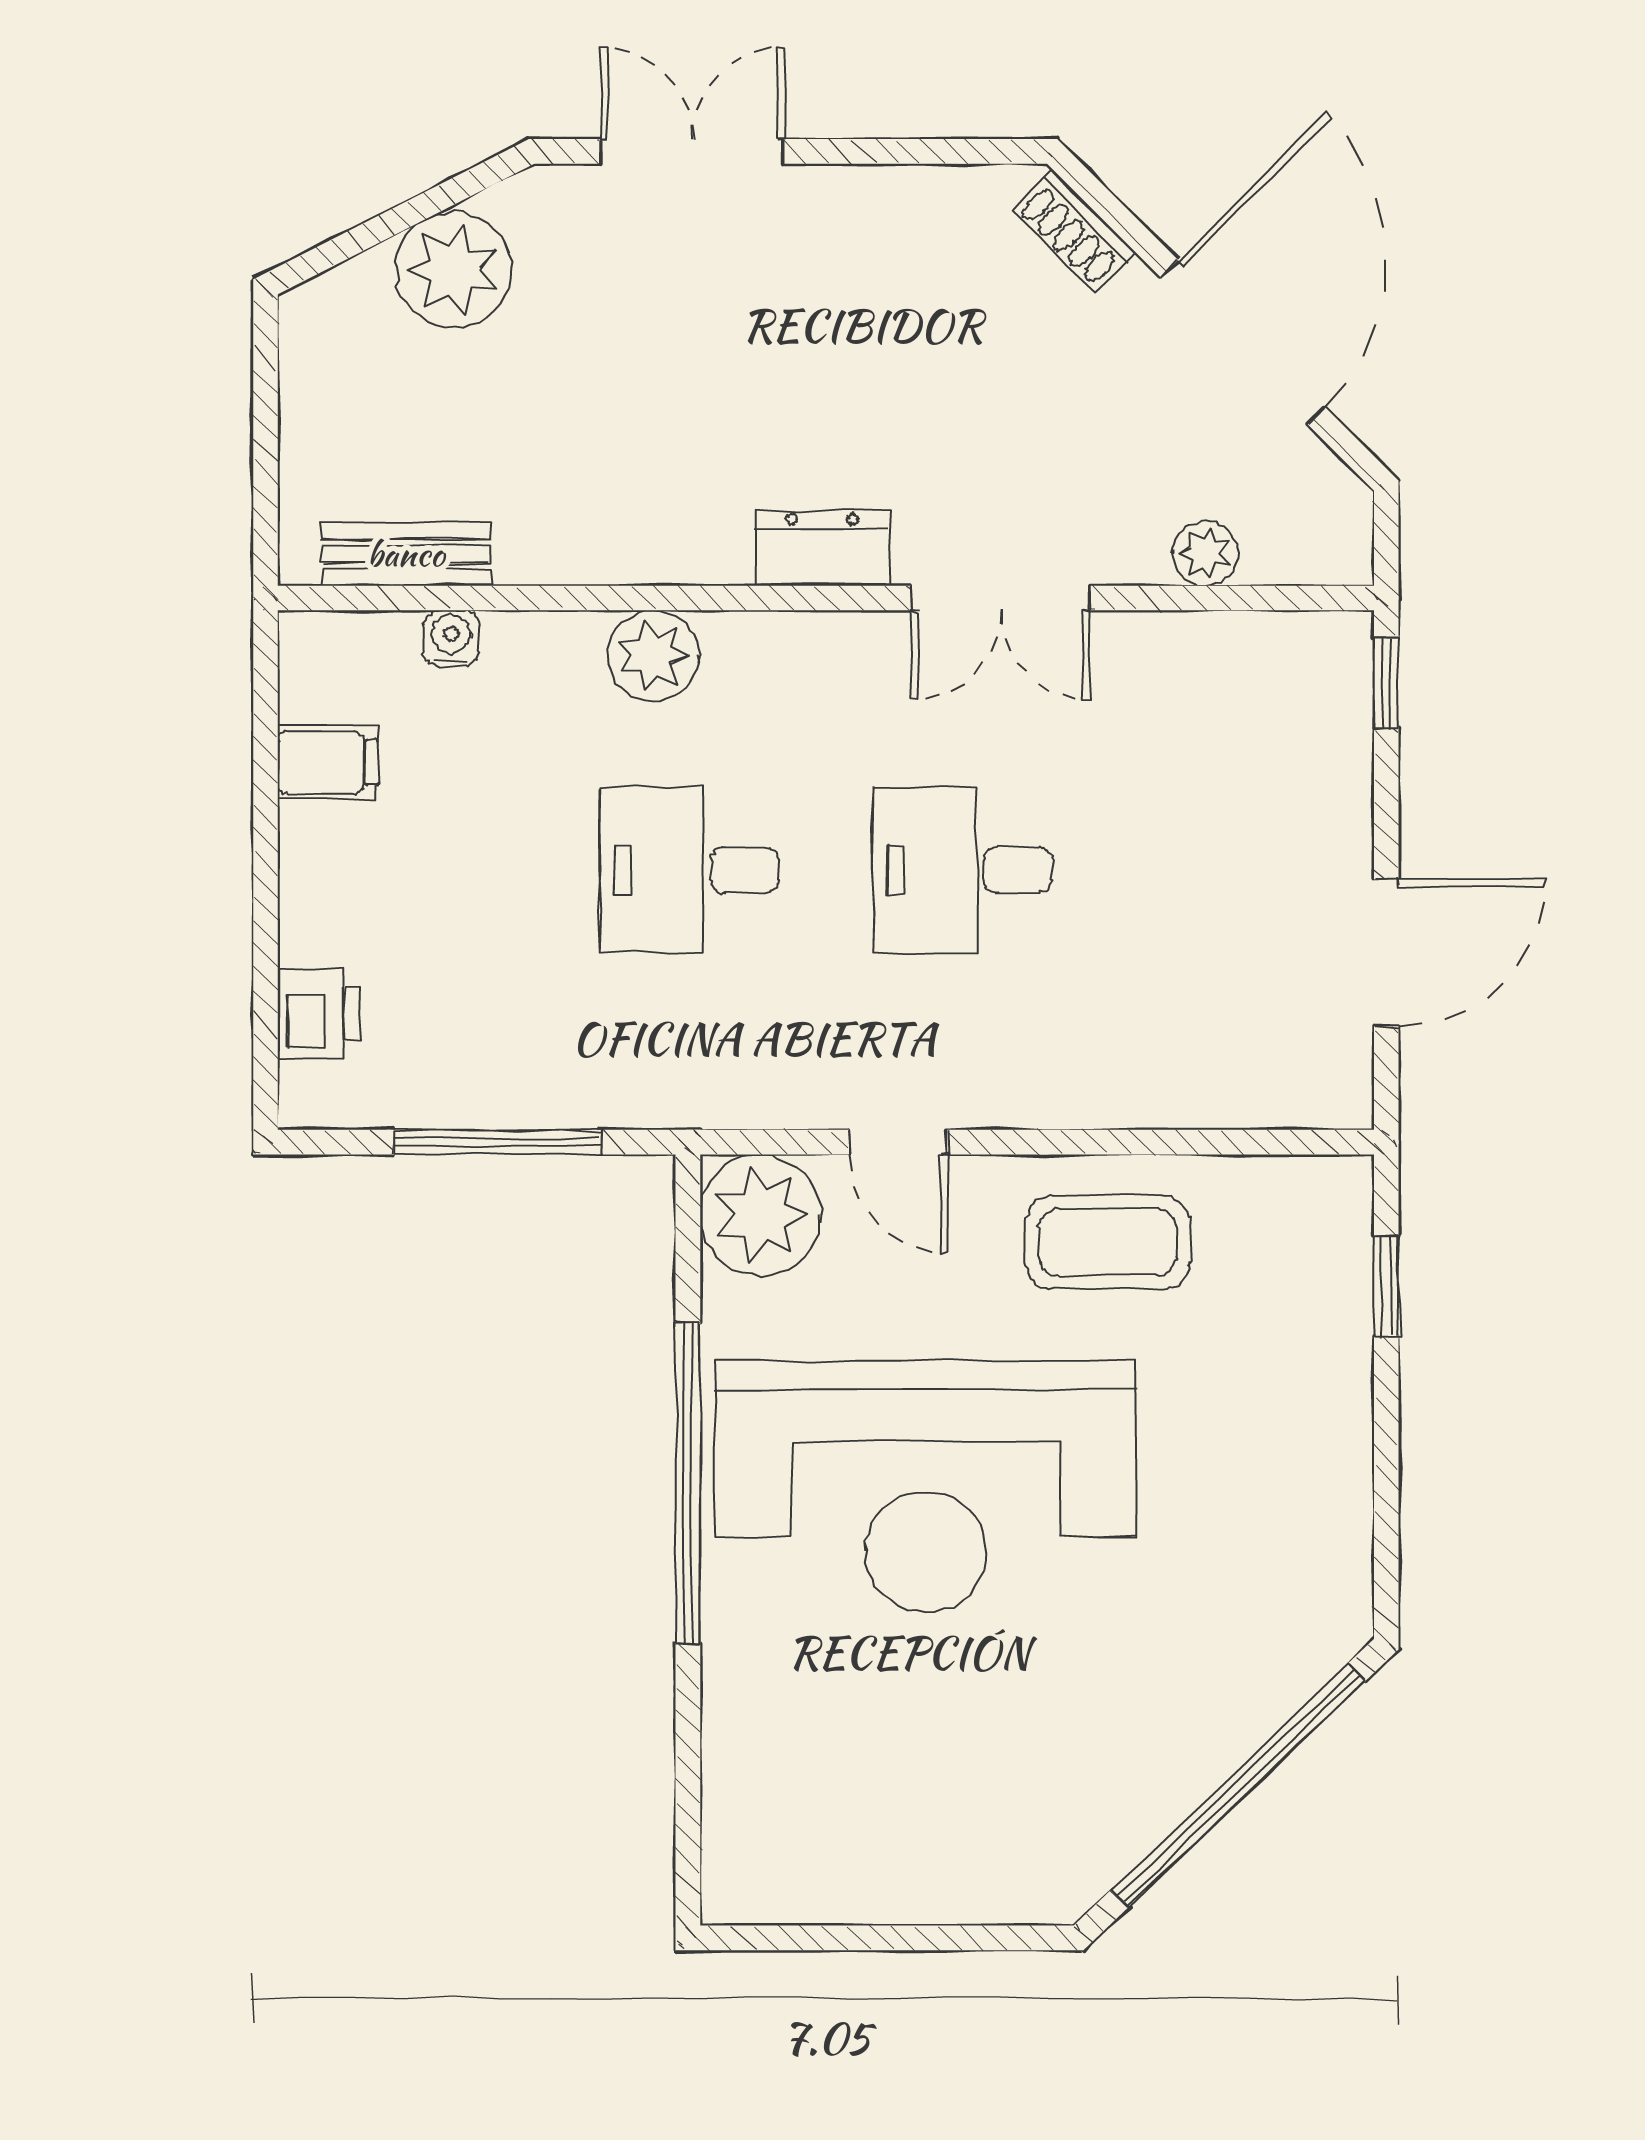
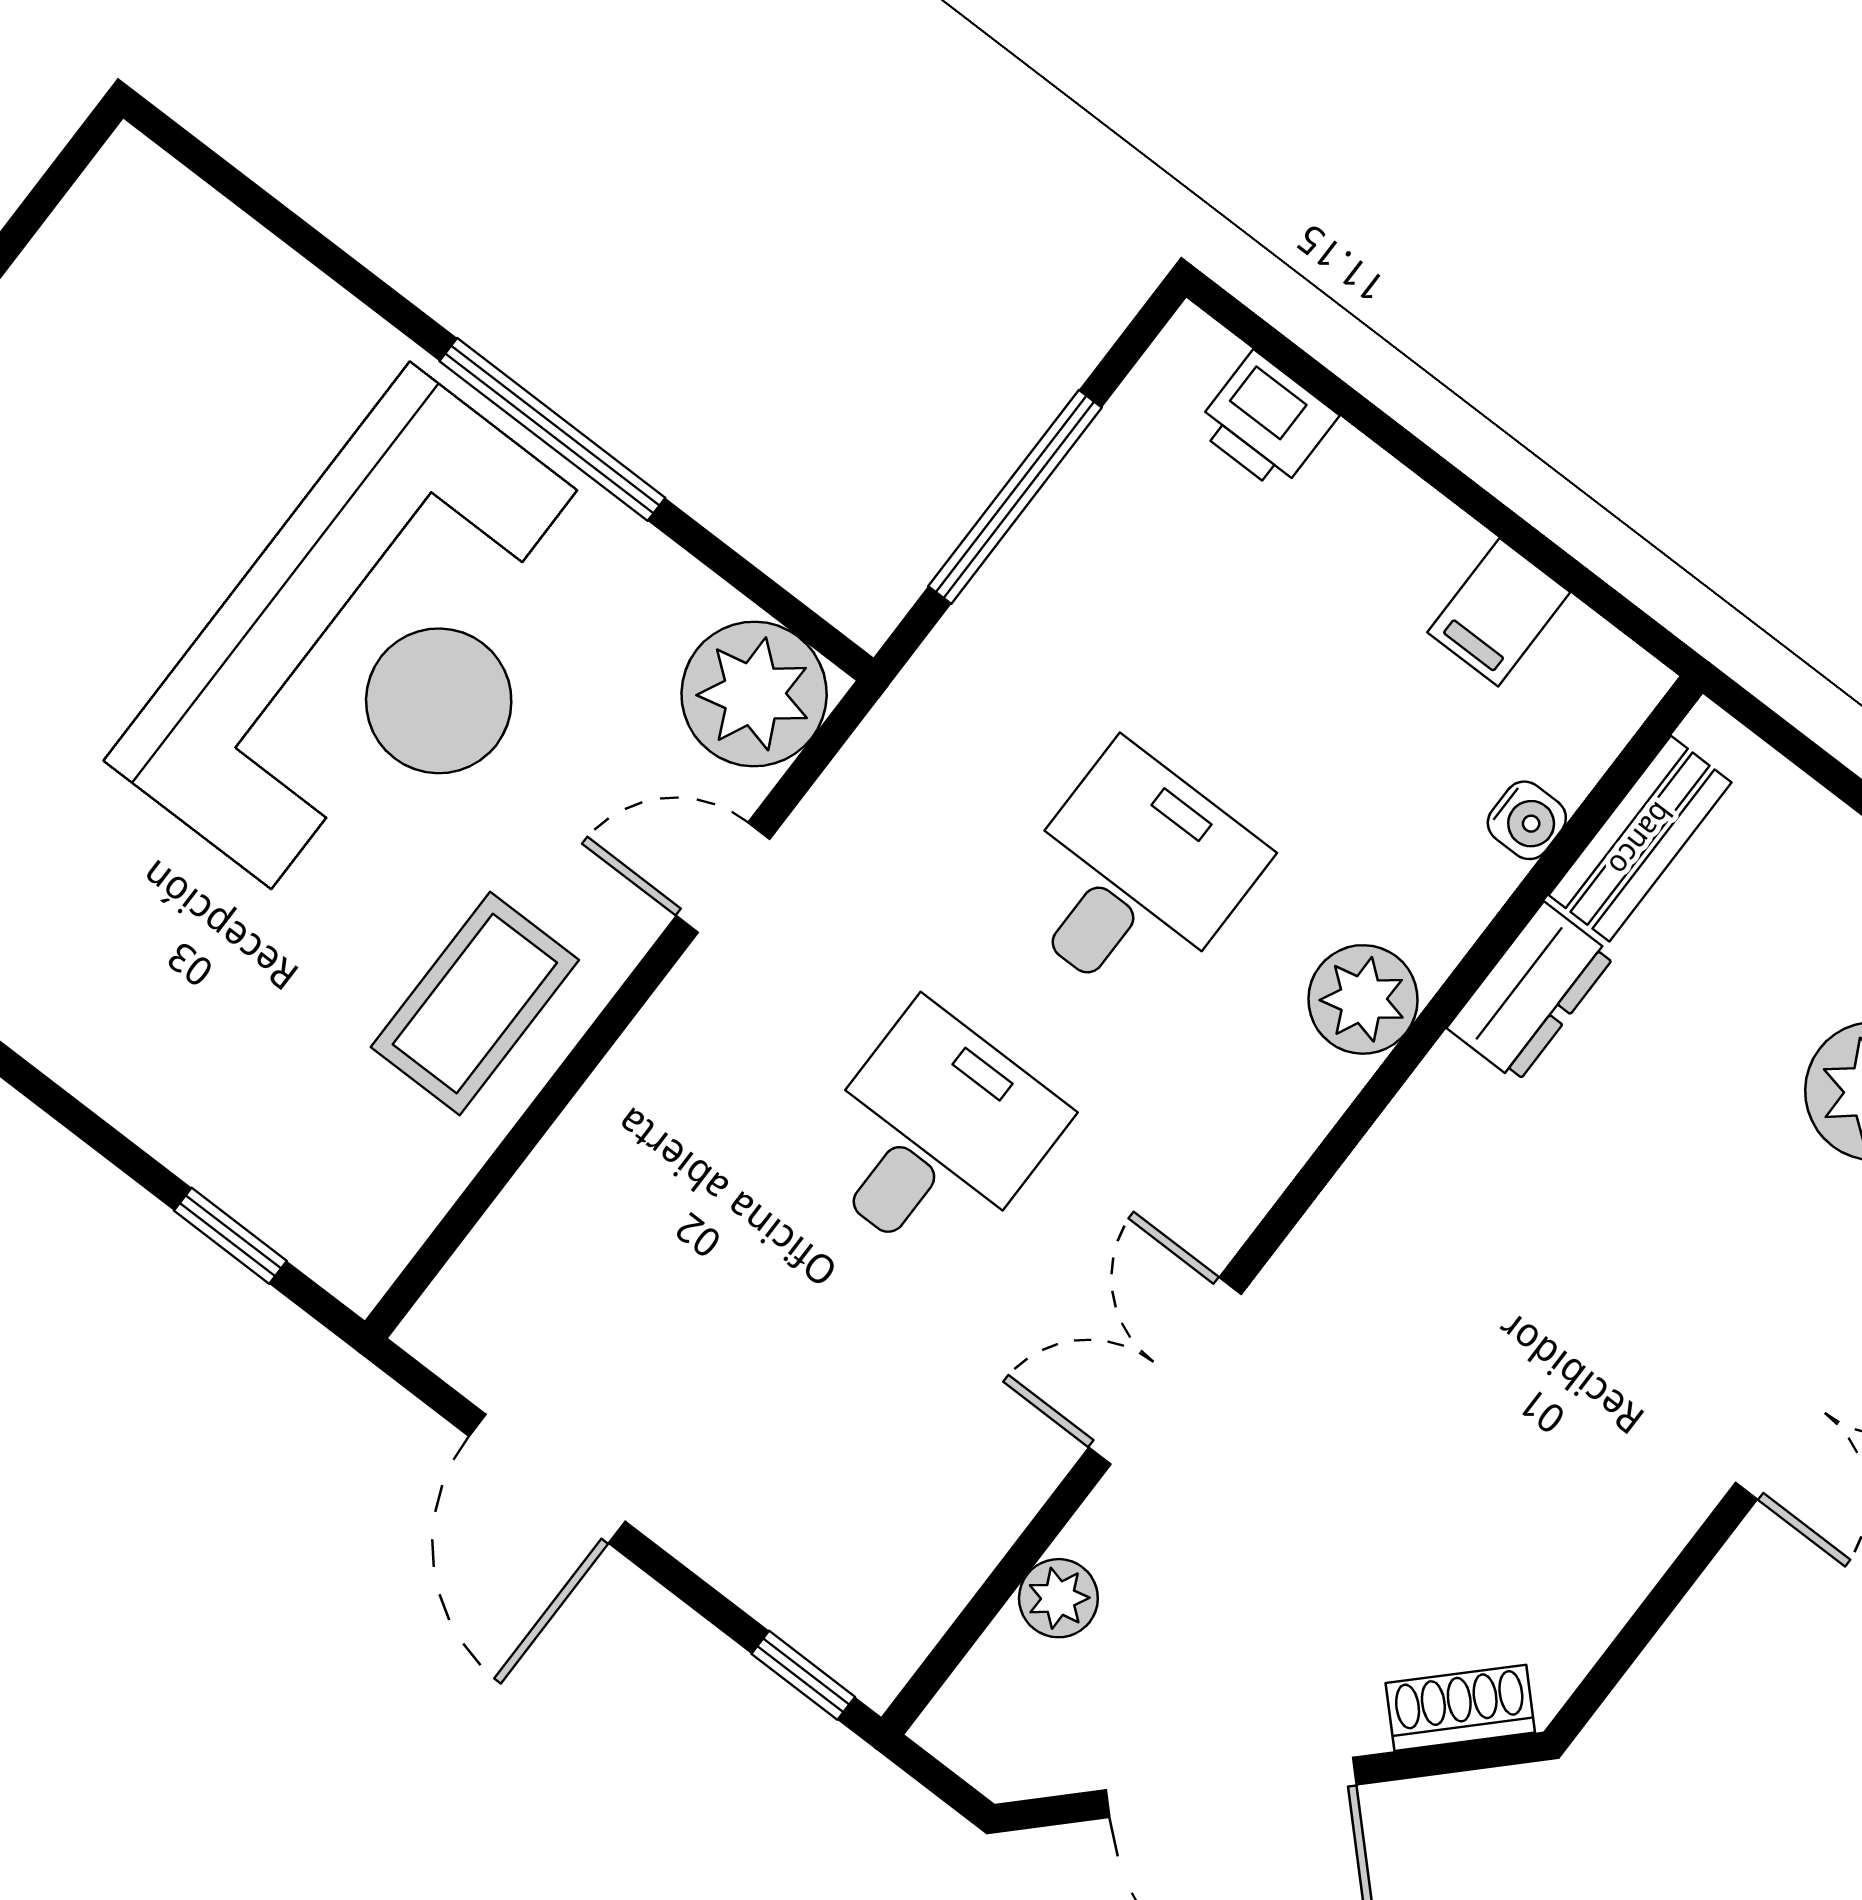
dresser: (822, 548) -> (1531, 992), moved
window: (688, 1483) -> (552, 429), width x0.68
reception desk: (926, 1486) -> (376, 653), turned 180

